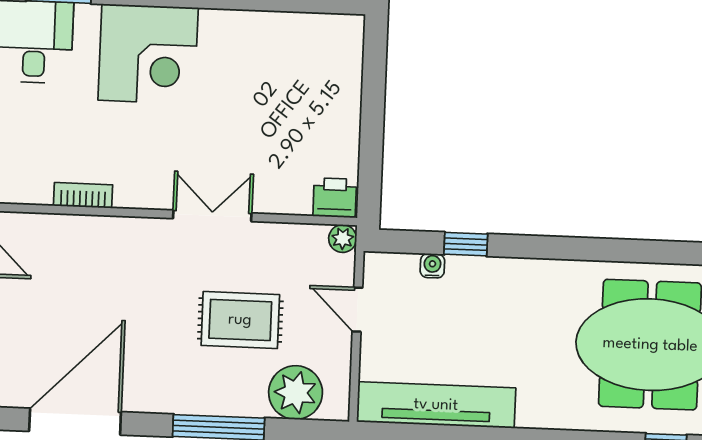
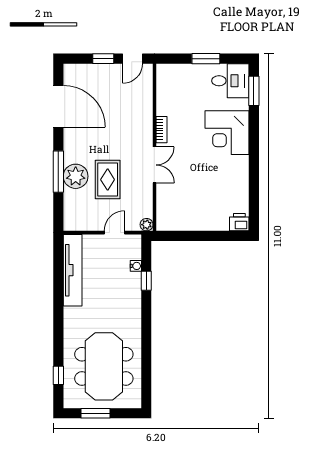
bookcase: (83, 195) -> (161, 130), moved
printer: (335, 198) -> (239, 222), moved, turned -90
plant: (296, 393) -> (76, 176), moved

